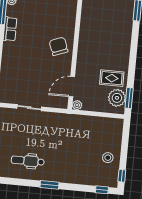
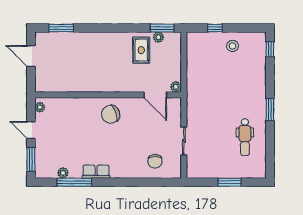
chair: (14, 81) -> (155, 161), added
plant: (117, 98) -> (158, 37), width x0.53, depth x0.53
window: (122, 176) -> (215, 28), moved

